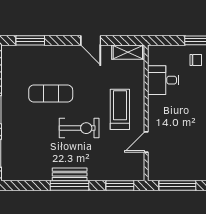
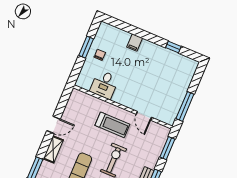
shelving: (128, 52) -> (53, 149), moved
treadmill: (120, 109) -> (112, 125), turned 180

